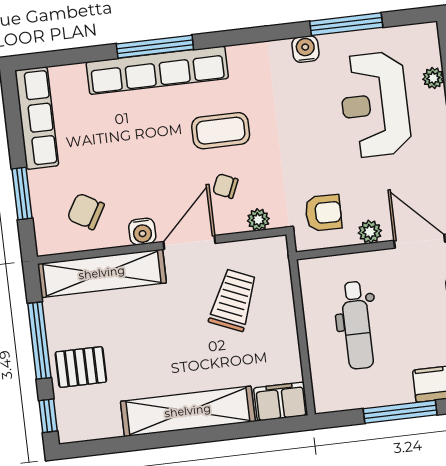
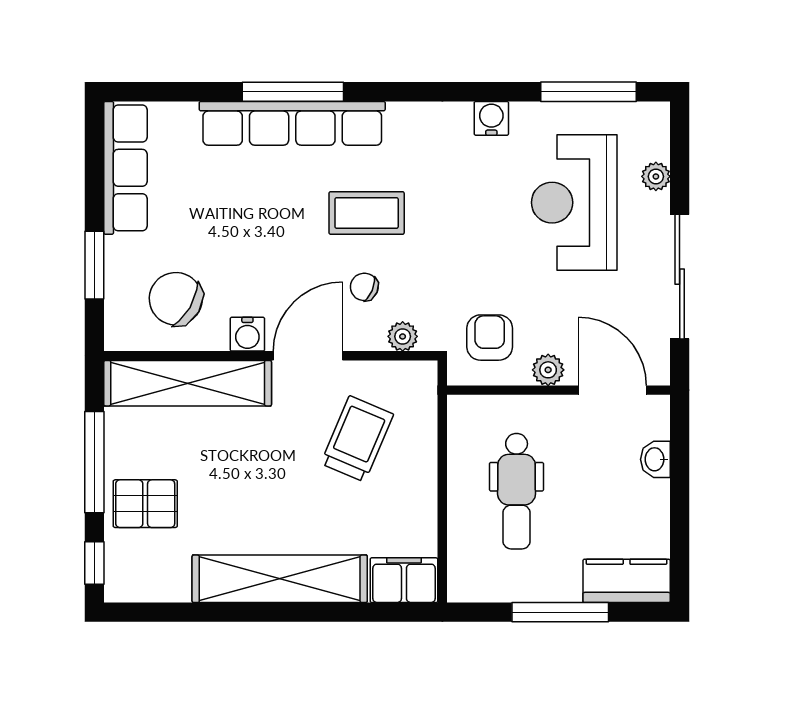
window: (346, 24) -> (589, 92), moved
chair: (86, 211) -> (176, 299), width x1.37, depth x1.37
armchair: (323, 213) -> (490, 338), turned -91

